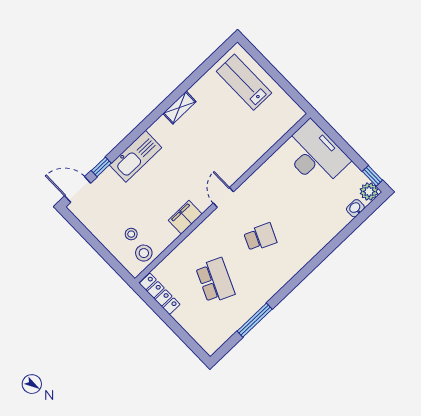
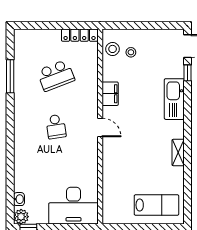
school desk: (260, 237) -> (56, 127), turned -33
school desk: (215, 280) -> (56, 75), turned -45

